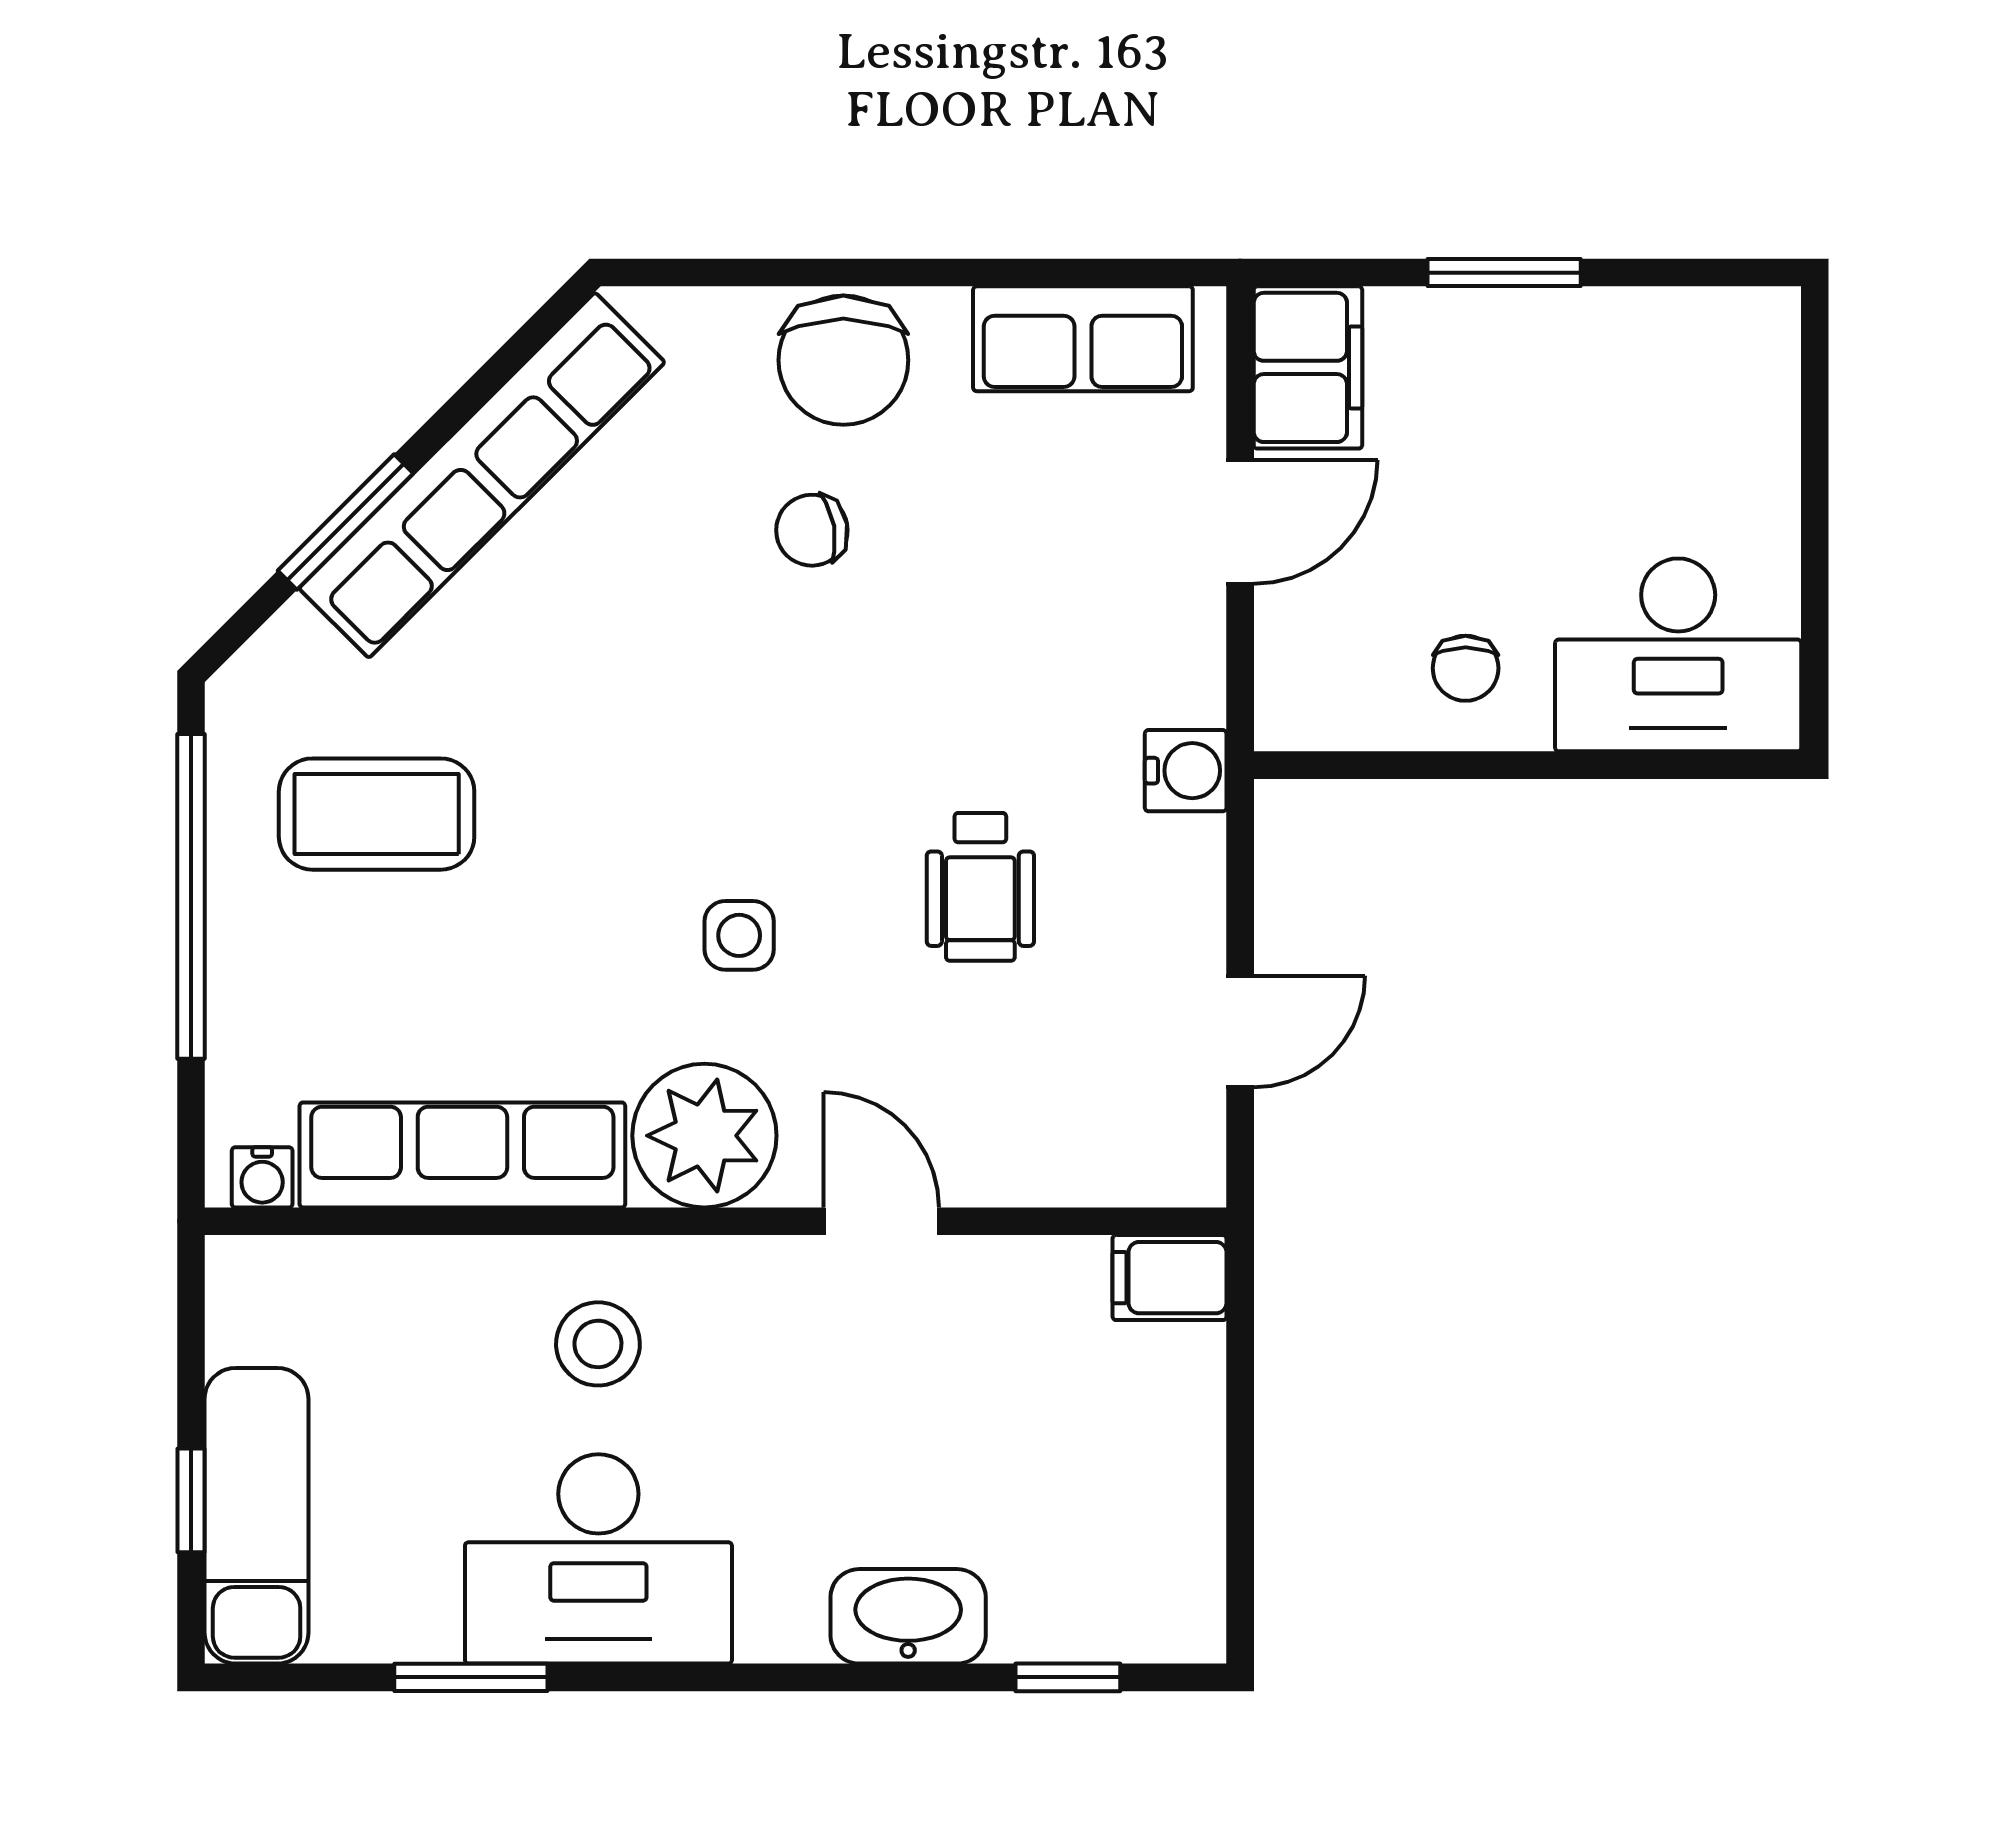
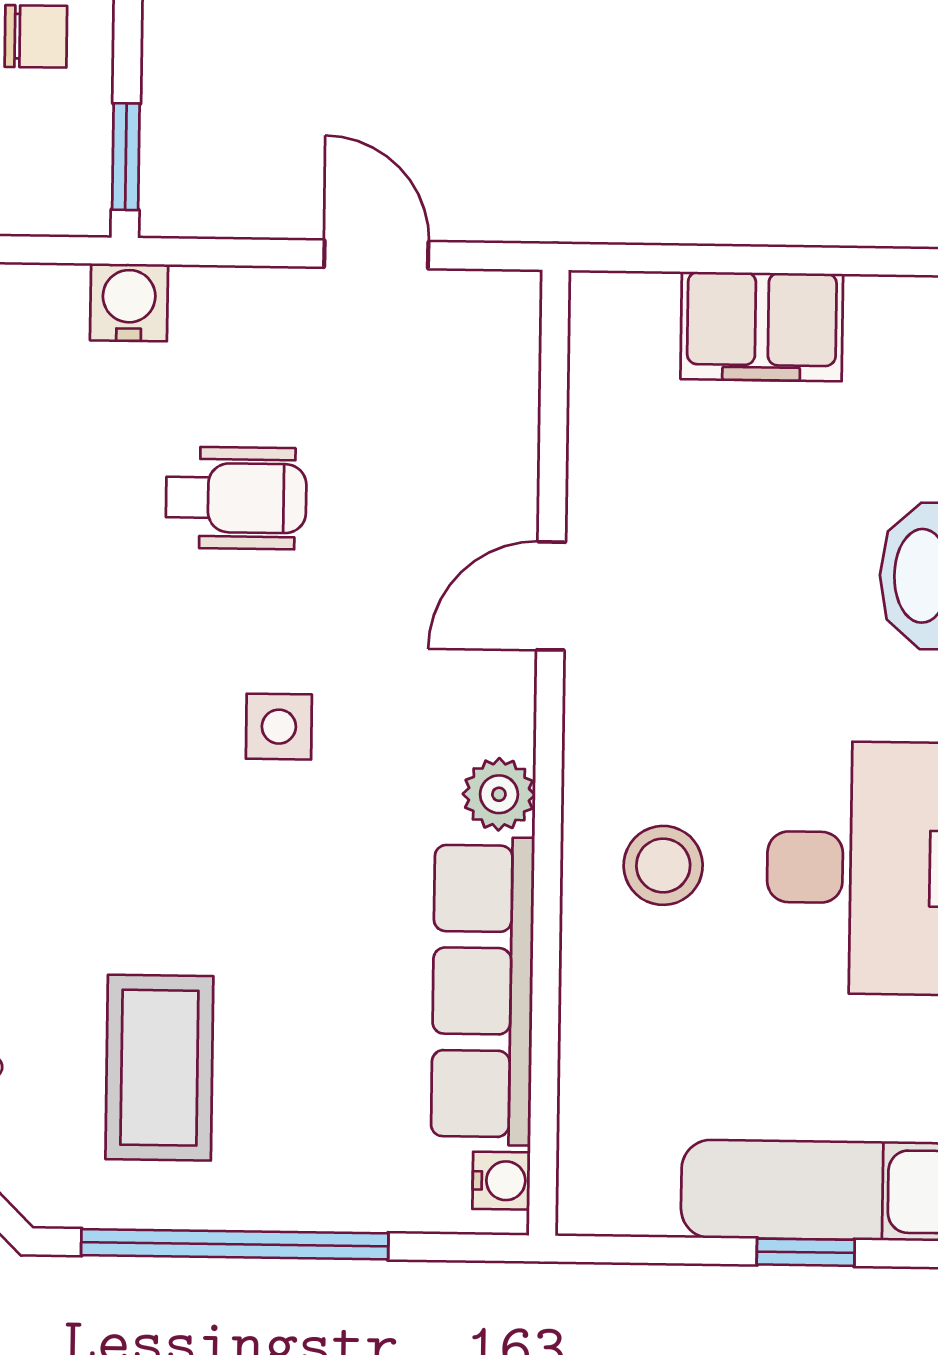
window: (1340, 765) -> (126, 157), added
plant: (704, 1136) -> (499, 794), width x0.53, depth x0.53
filing cabinet: (1170, 1278) -> (762, 326), moved, width x2.00

